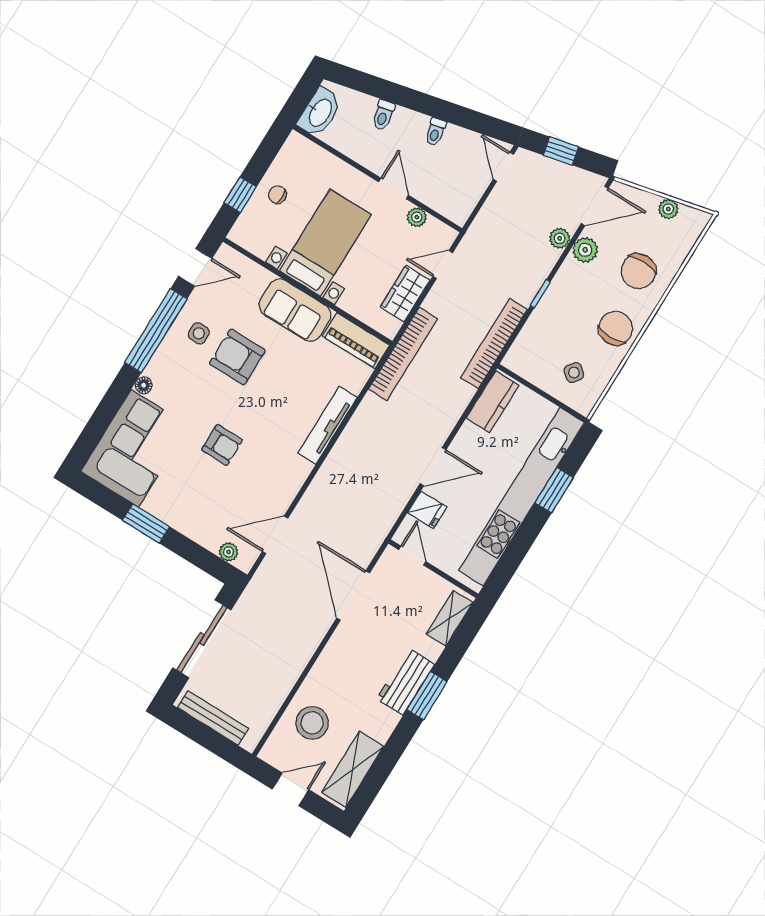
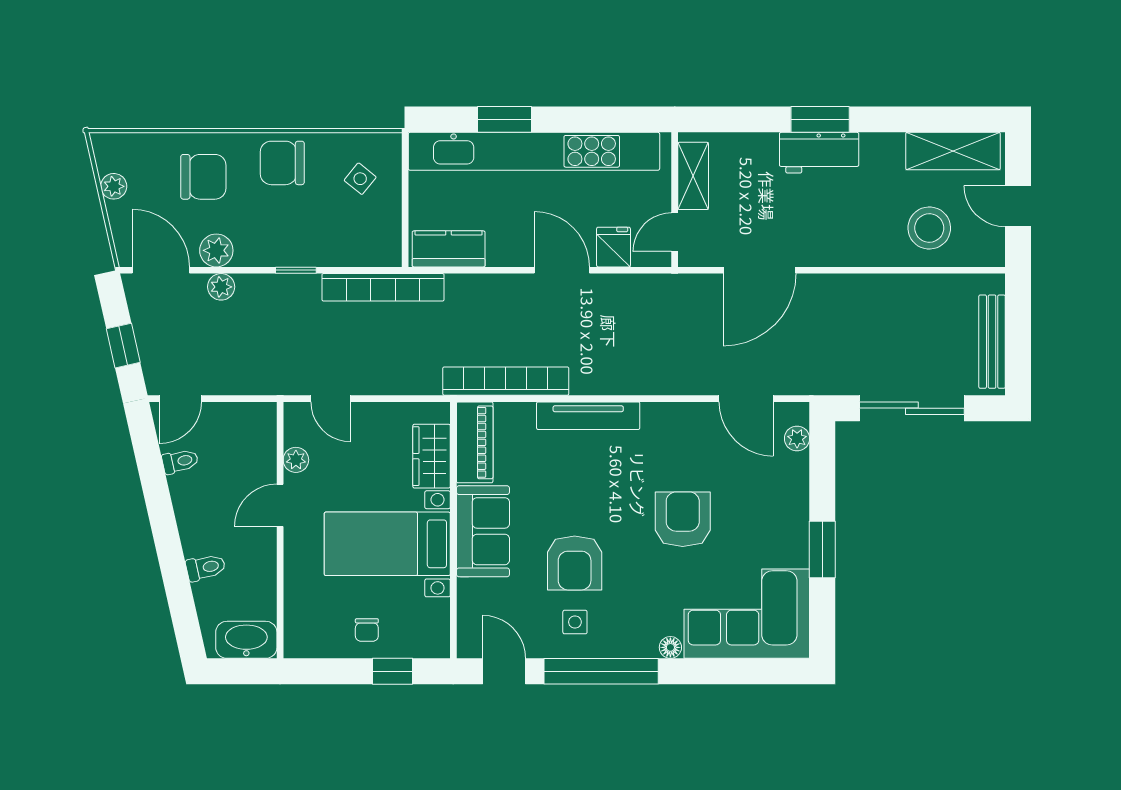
toilet: (435, 132) -> (180, 461), moved
wardrobe: (405, 293) -> (432, 456), moved, turned 90
bookcase: (403, 354) -> (506, 381), moved
armchair: (222, 445) -> (683, 519), width x1.38, depth x1.38
shelving: (450, 618) -> (693, 176), moved, turned 90

